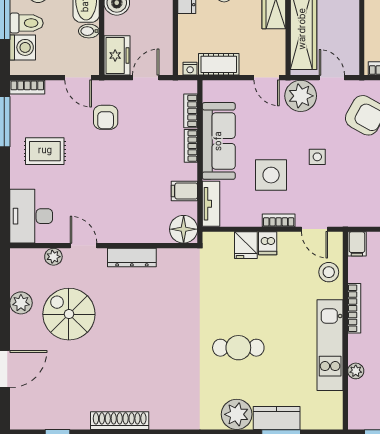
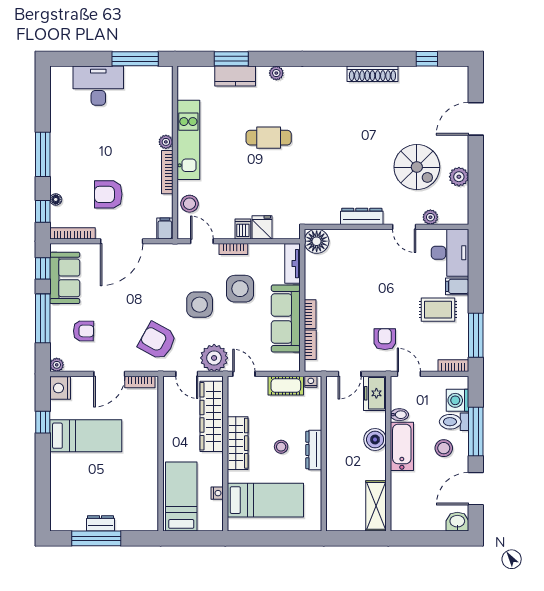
side table: (317, 157) -> (200, 305), width x1.87, depth x1.87
filing cabinet: (184, 191) -> (457, 286), moved, turned 180
plant: (356, 371) -> (166, 142), moved
plant: (237, 414) -> (276, 73), width x0.53, depth x0.53

